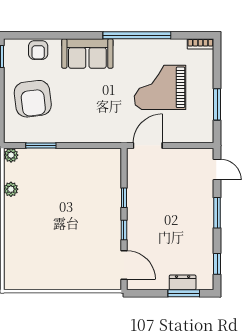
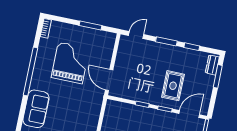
grand piano: (160, 87) -> (70, 63), turned 180
rug: (158, 235) -> (173, 86), added
window: (217, 264) -> (192, 47), moved
dresser: (183, 282) -> (212, 65), moved

